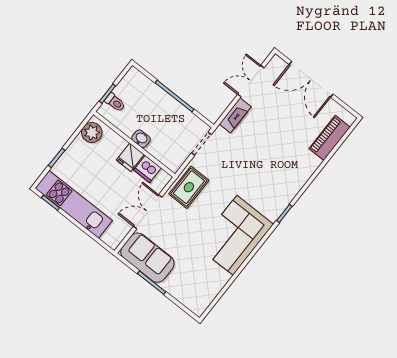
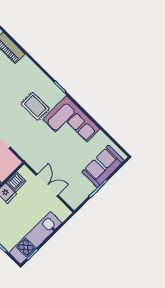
rug: (189, 187) -> (35, 106), moved
double door: (148, 212) -> (47, 185), swing flipped
sofa: (147, 258) -> (103, 166), moved

